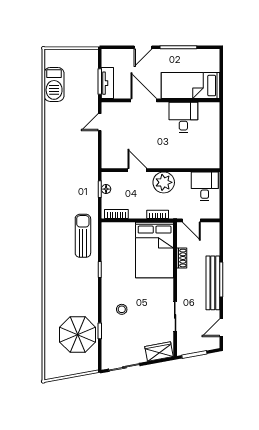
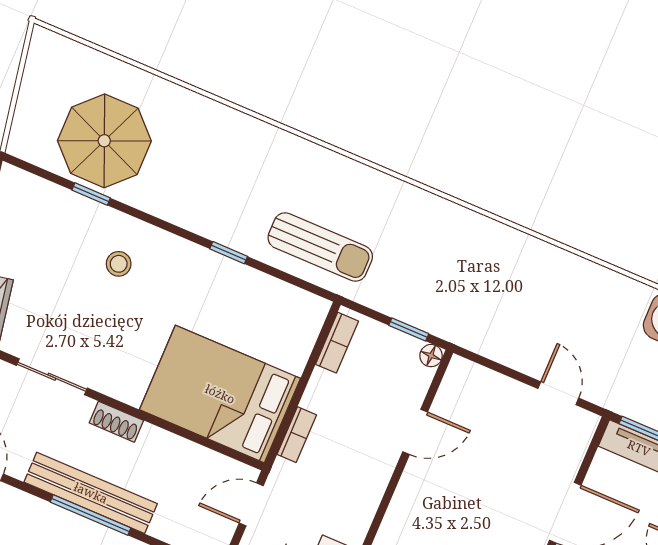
plant: (164, 182) -> (363, 479), removed
floor lamp: (106, 189) -> (431, 356), moved
shoe rack: (182, 258) -> (116, 422), moved

